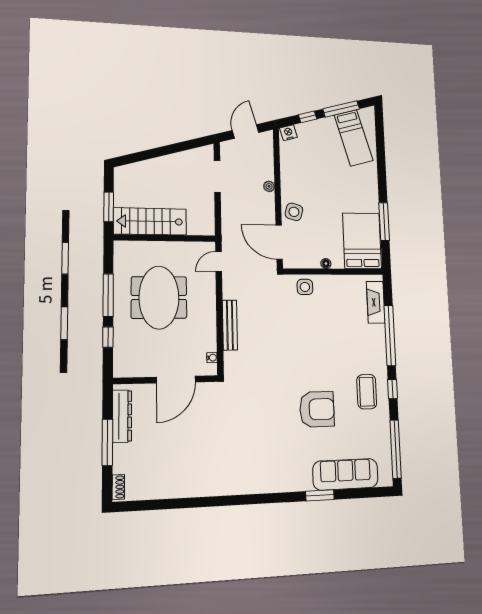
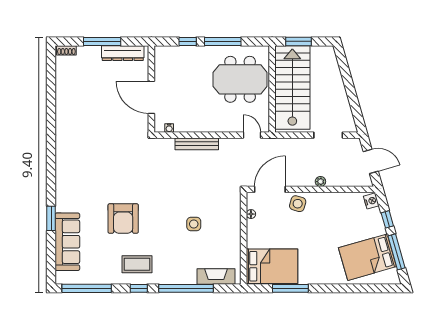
bed: (354, 138) -> (367, 257), width x1.50
stairs: (150, 221) -> (292, 87), width x1.36, depth x1.51
floor lamp: (326, 264) -> (251, 214), moved
side table: (305, 287) -> (194, 224), moved
meeting table: (159, 298) -> (240, 79), moved

